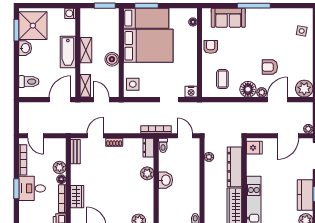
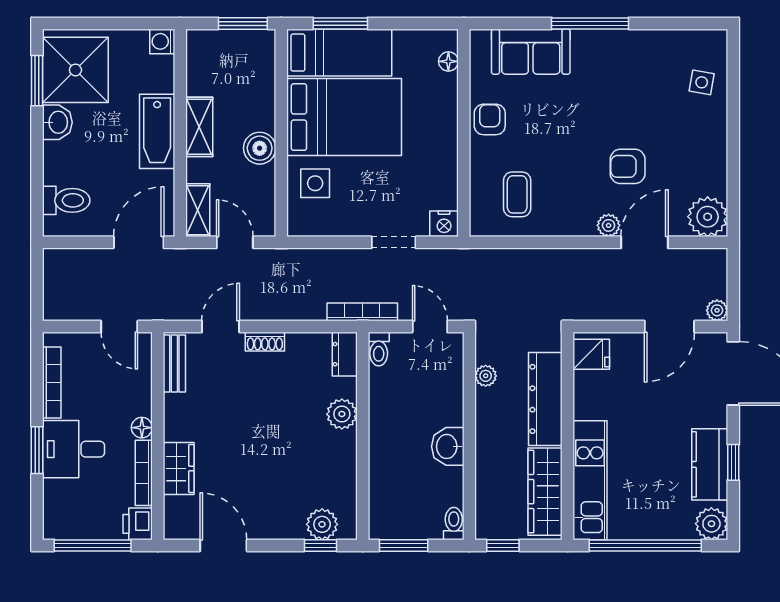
side table: (133, 84) -> (315, 183), moved
floor lamp: (248, 89) -> (576, 218), removed
door: (36, 136) -> (119, 327), moved
plant: (60, 167) -> (138, 400), removed
washbasin: (165, 180) -> (448, 446), moved, turned 180

